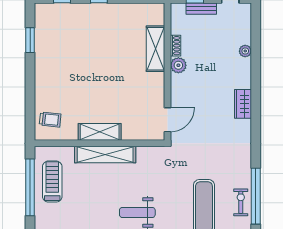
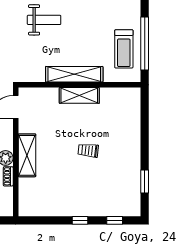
shelving: (155, 49) -> (27, 155), moved
trolley: (50, 120) -> (88, 150), moved

